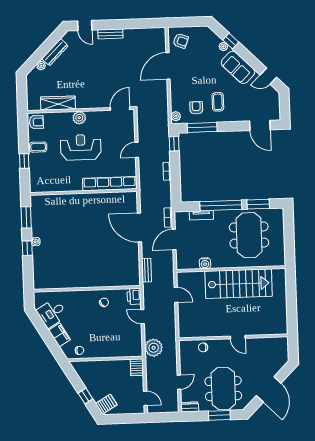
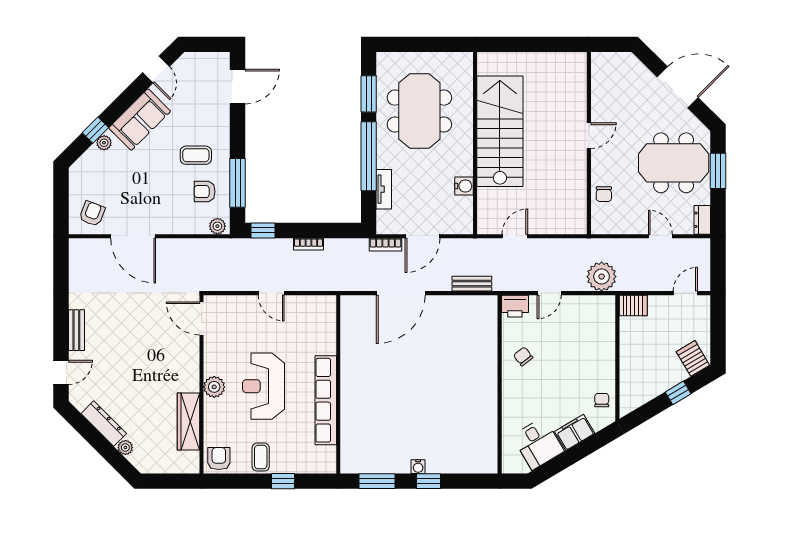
row of seats: (110, 184) -> (326, 400), moved
meeting table: (249, 235) -> (419, 111), turned 90
door: (174, 239) -> (423, 236), hinge flipped

